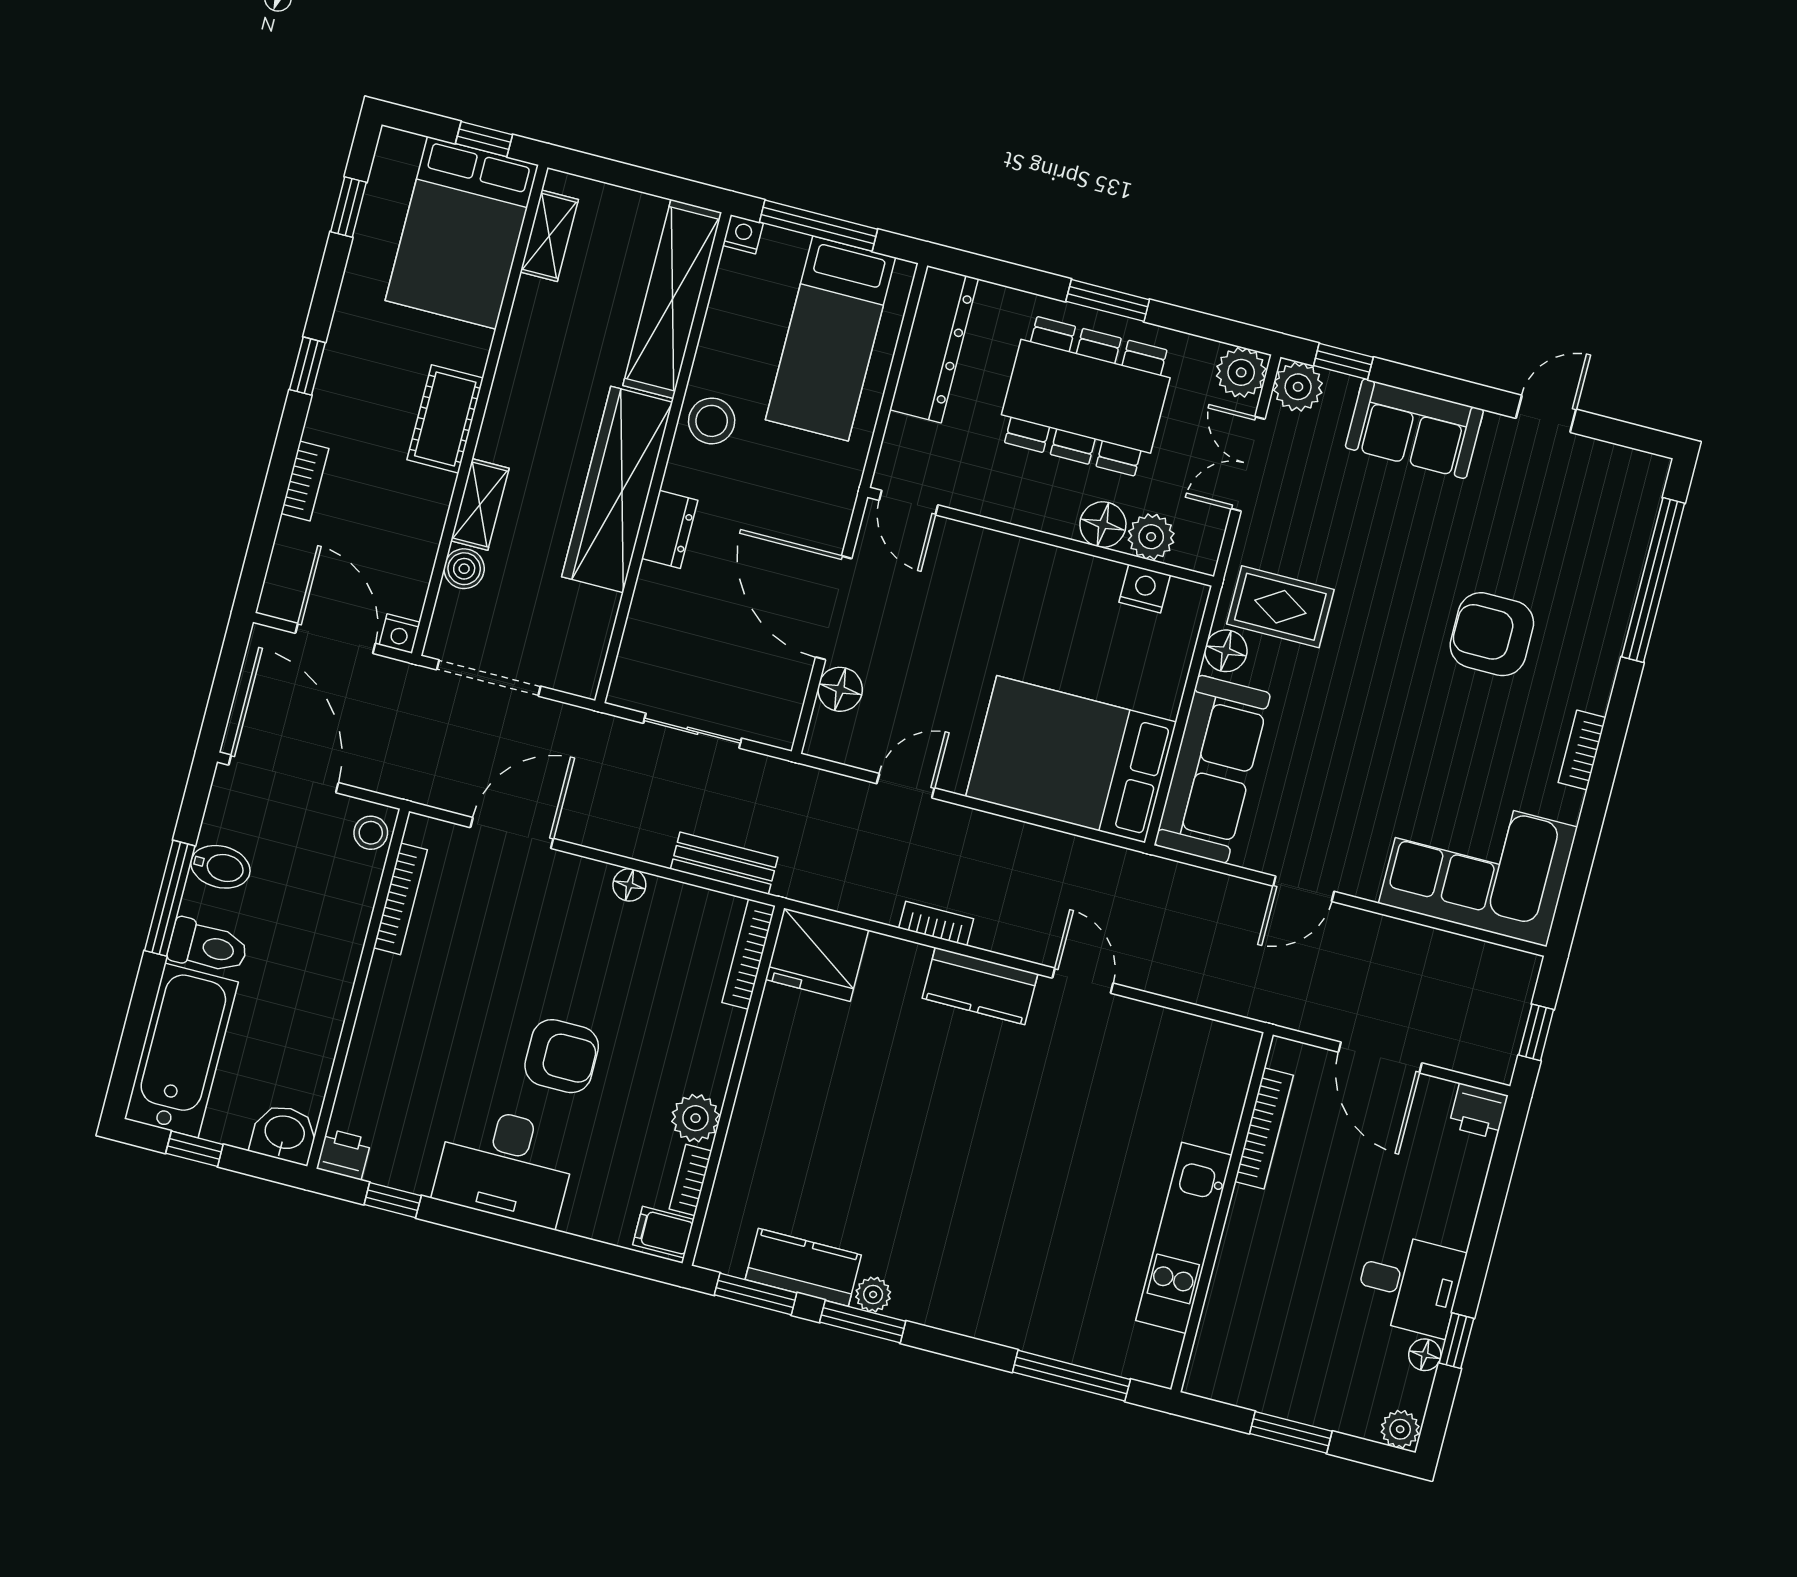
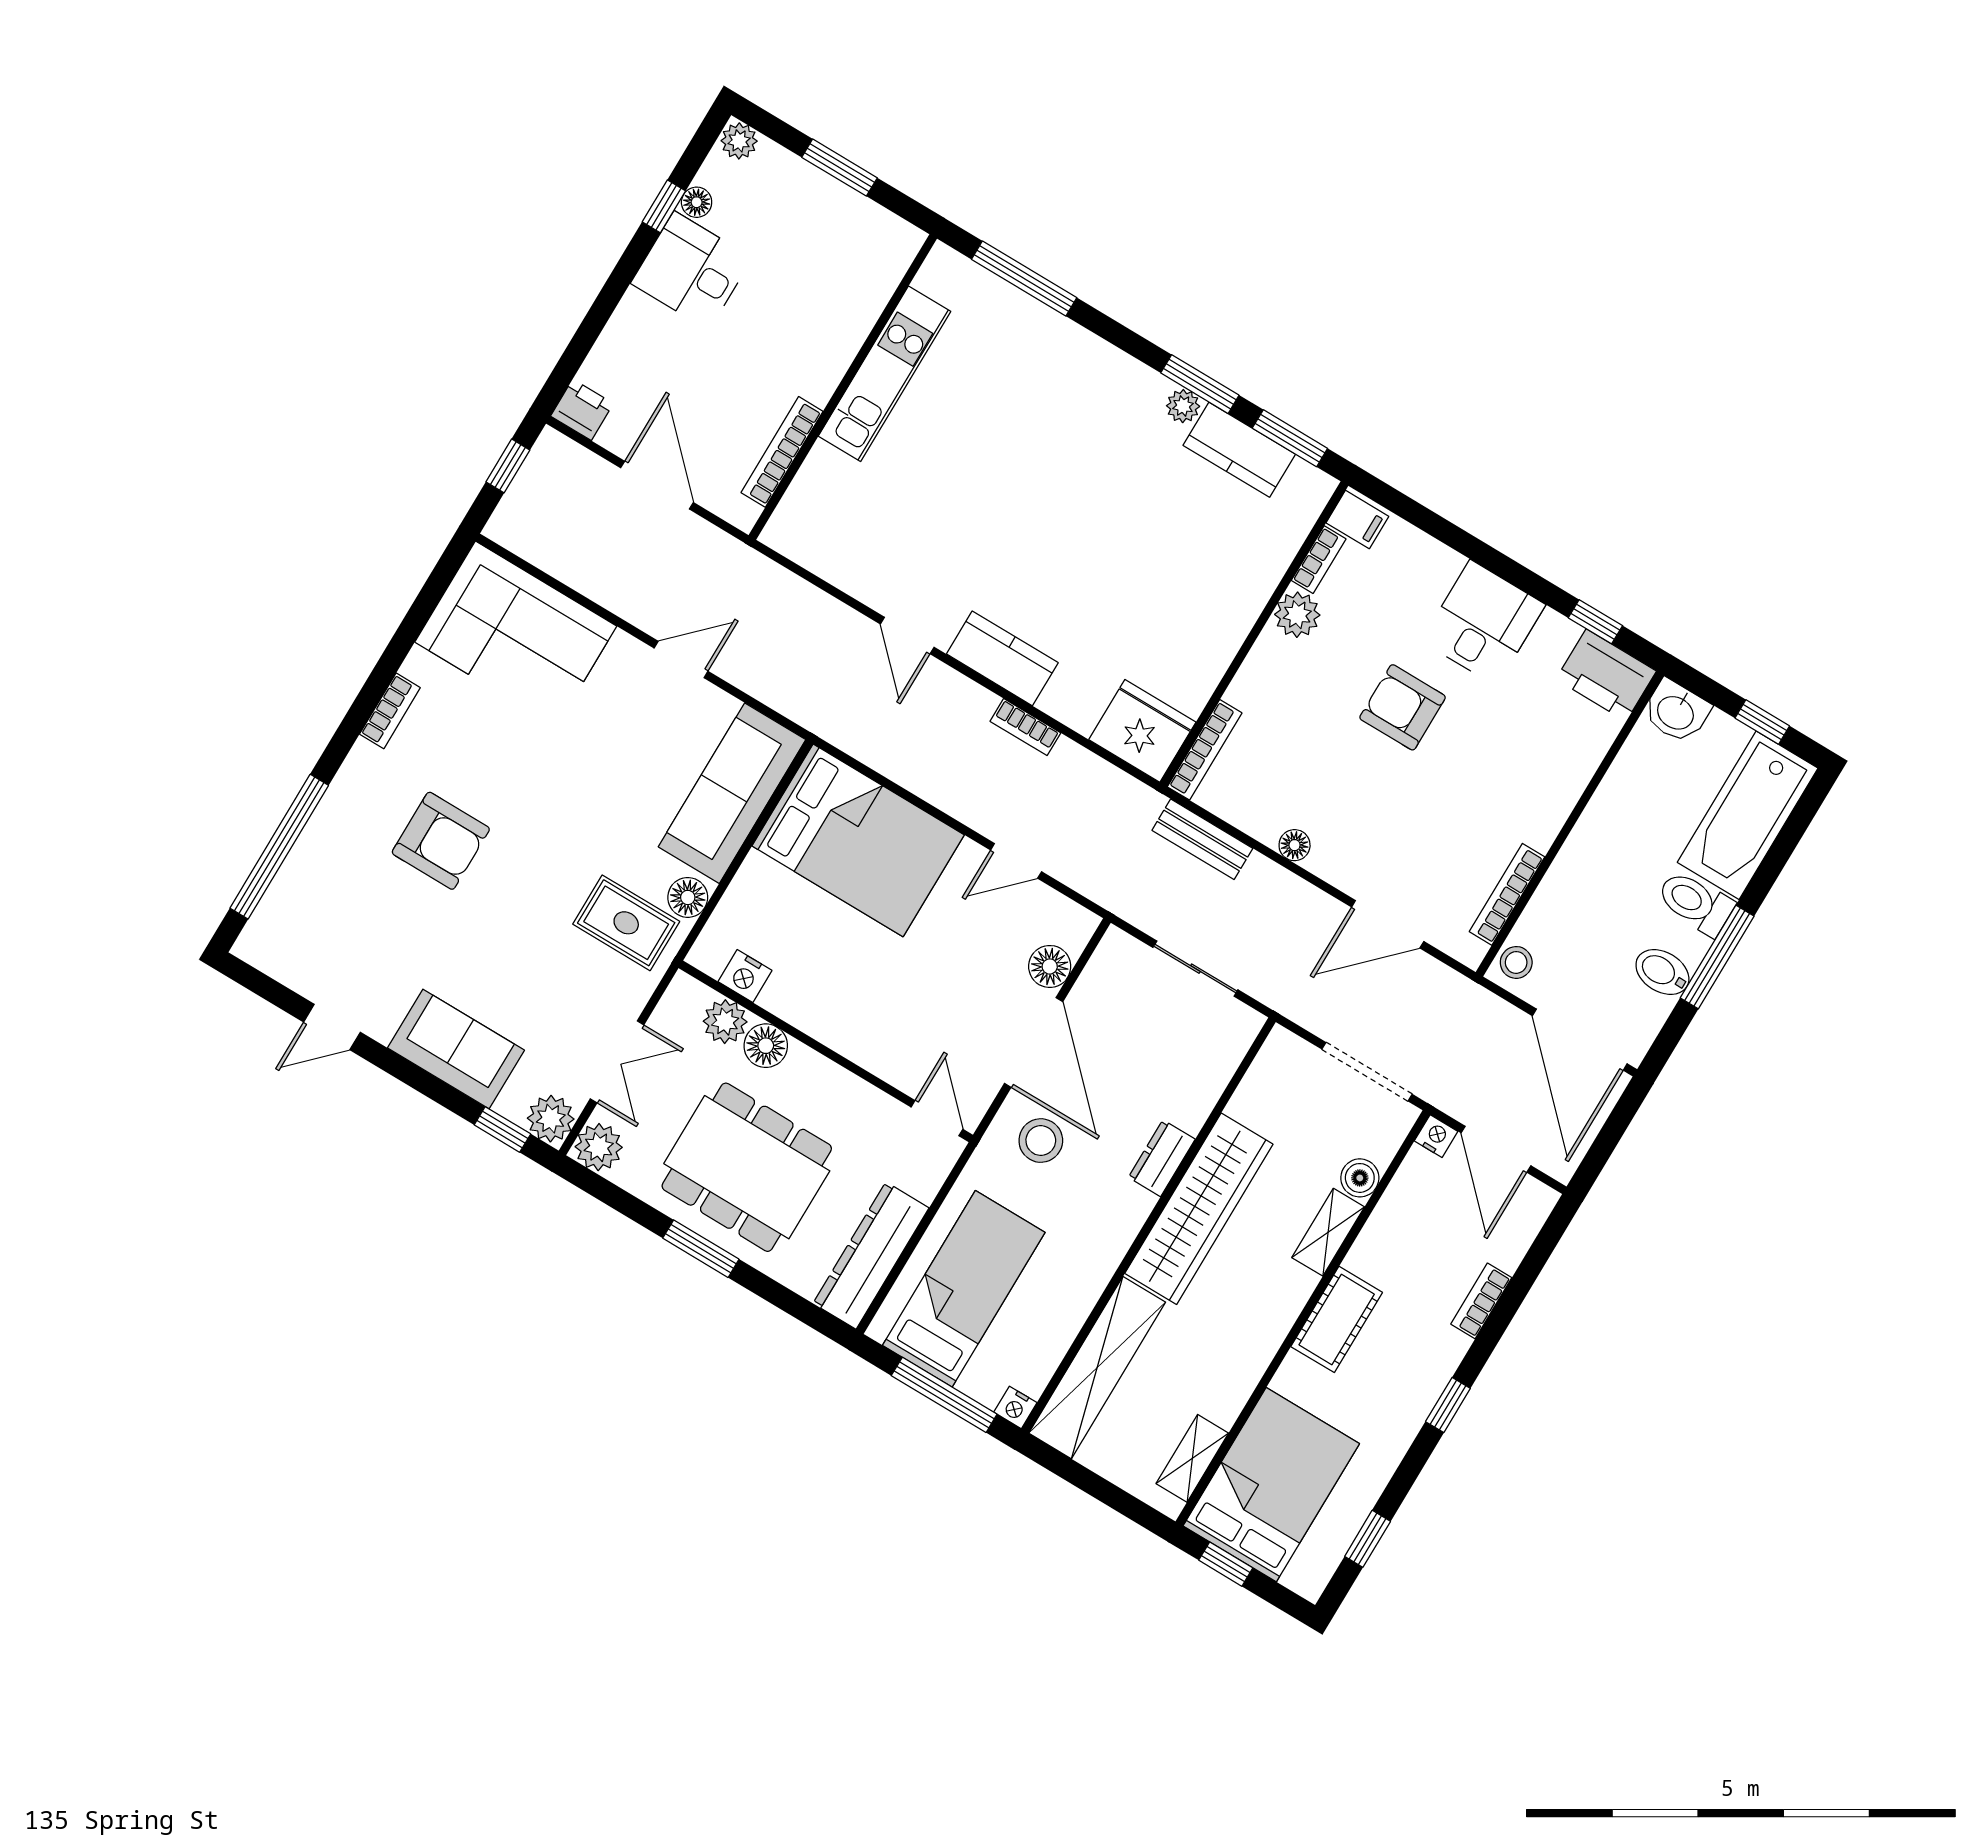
stool: (712, 421) -> (1041, 1141), moved
printer: (344, 1154) -> (1606, 675), width x1.87, depth x1.48
desk: (505, 1166) -> (1483, 623), width x0.73

